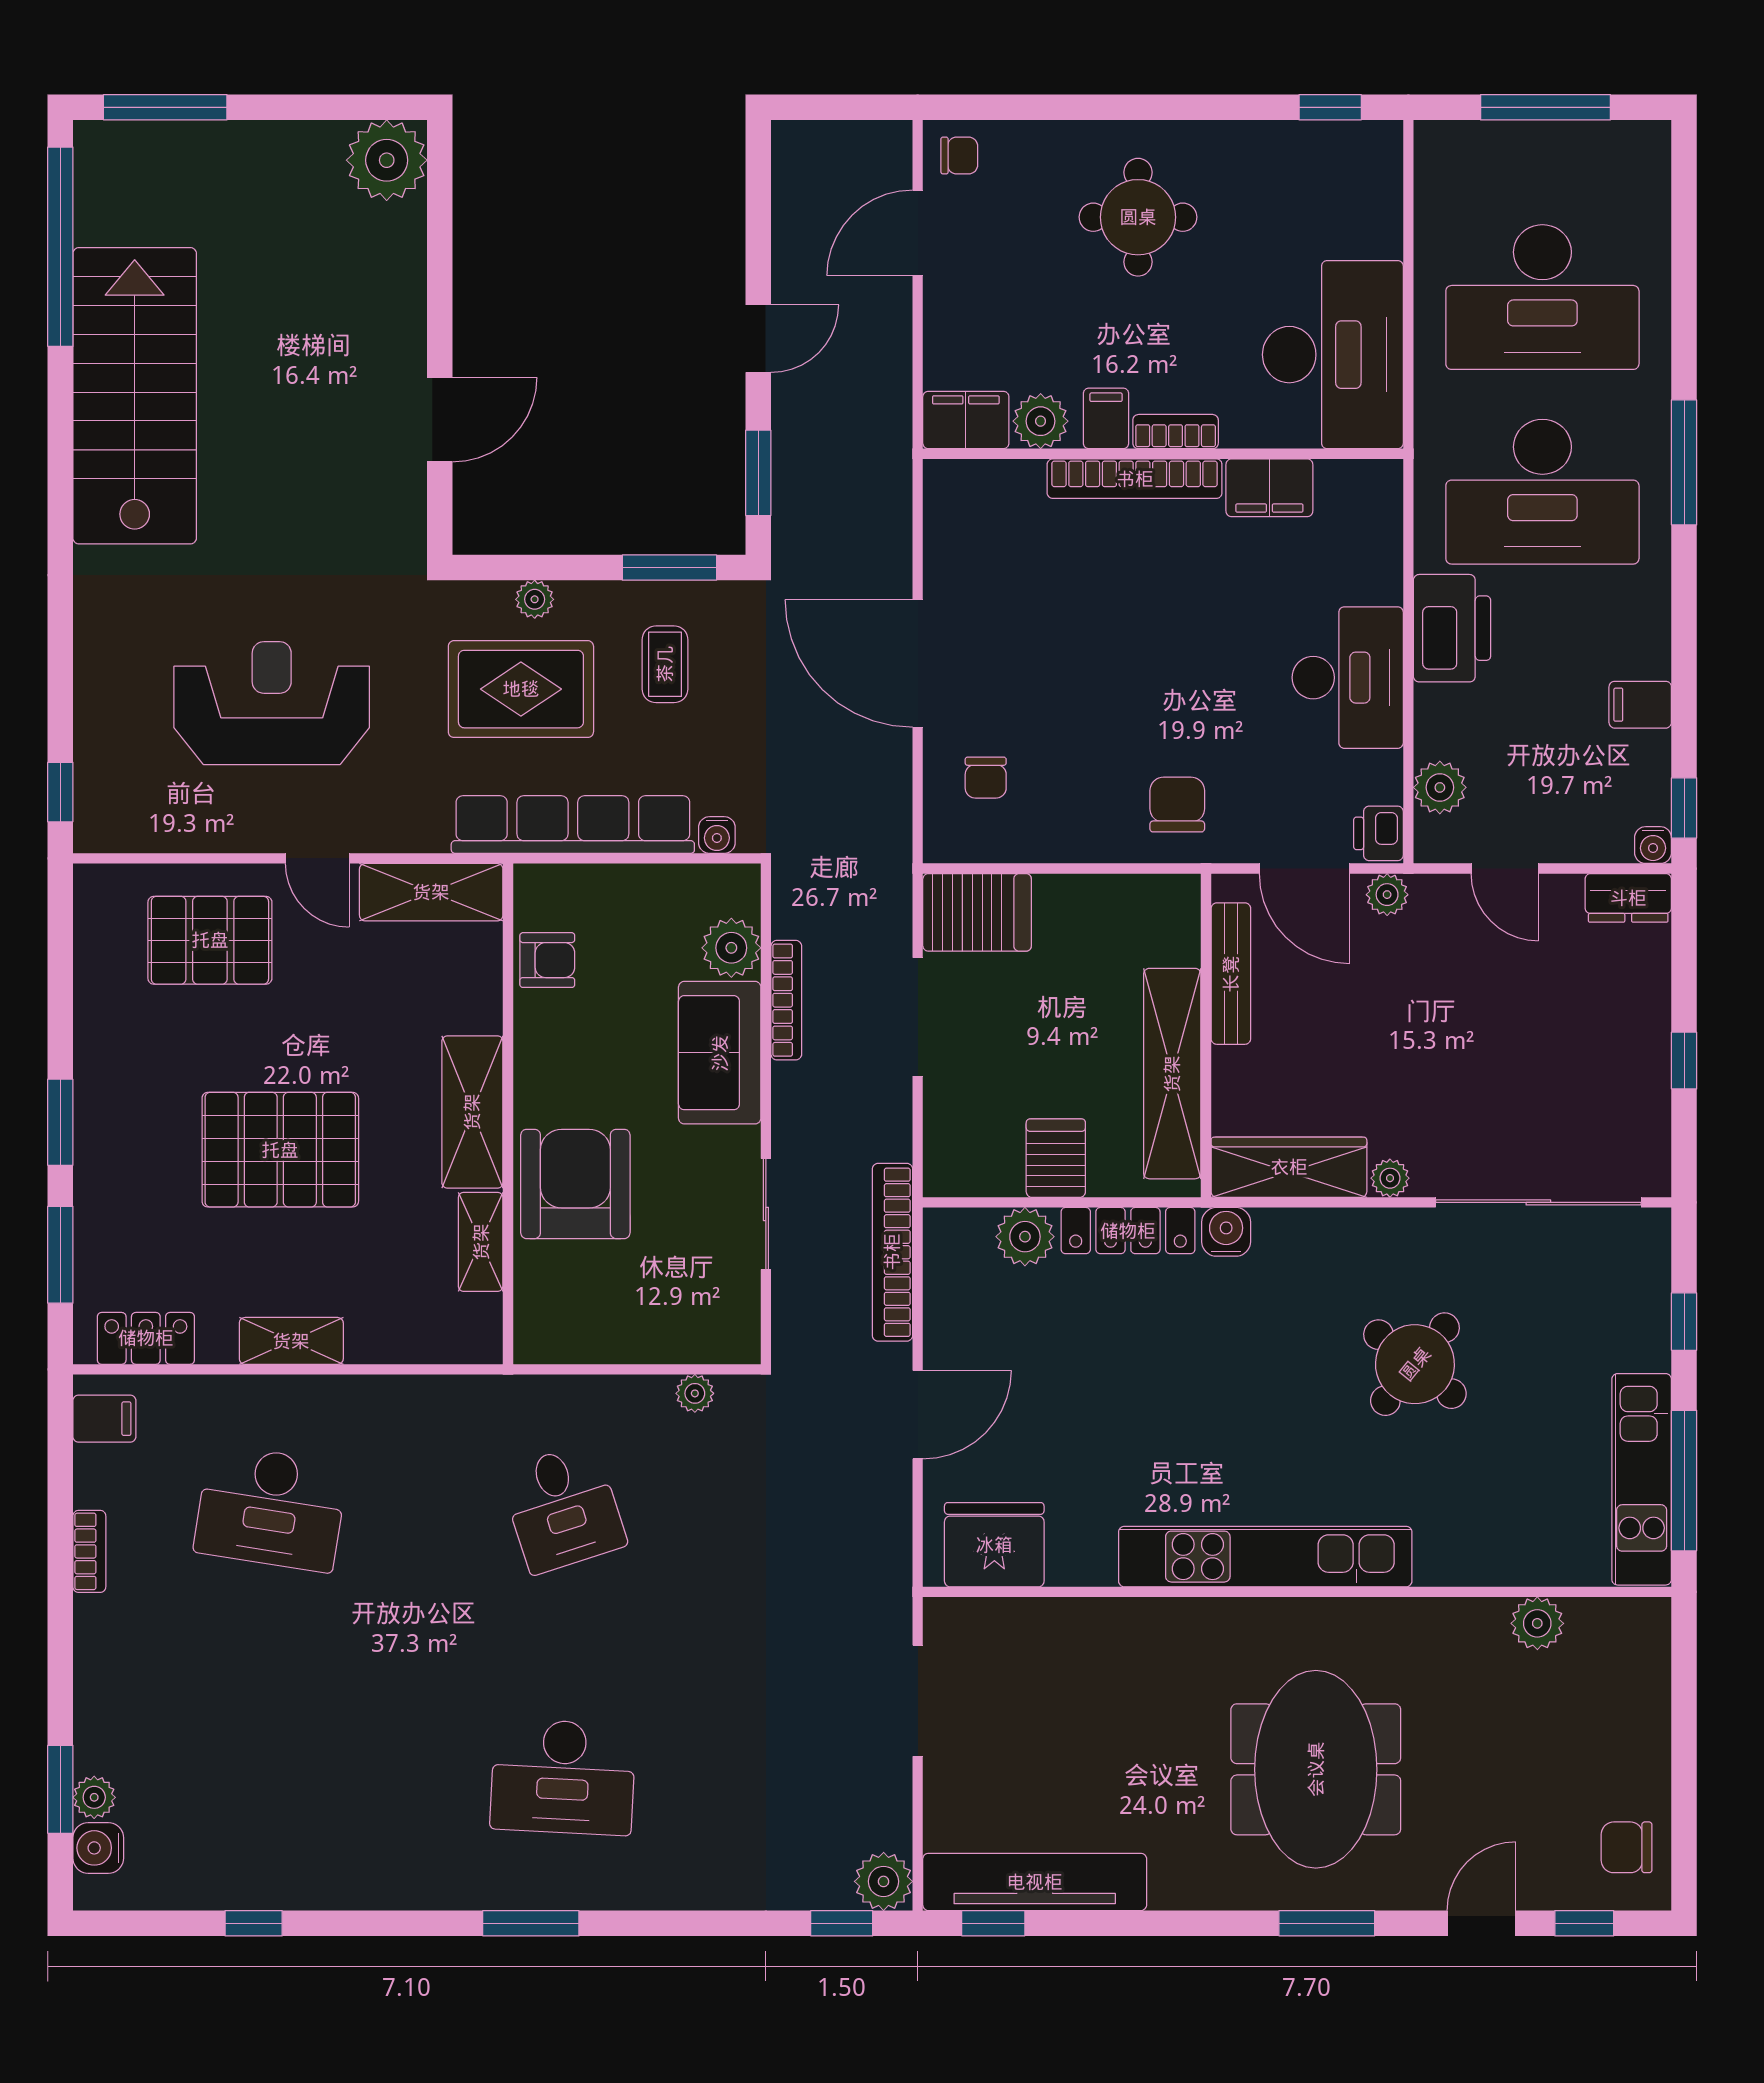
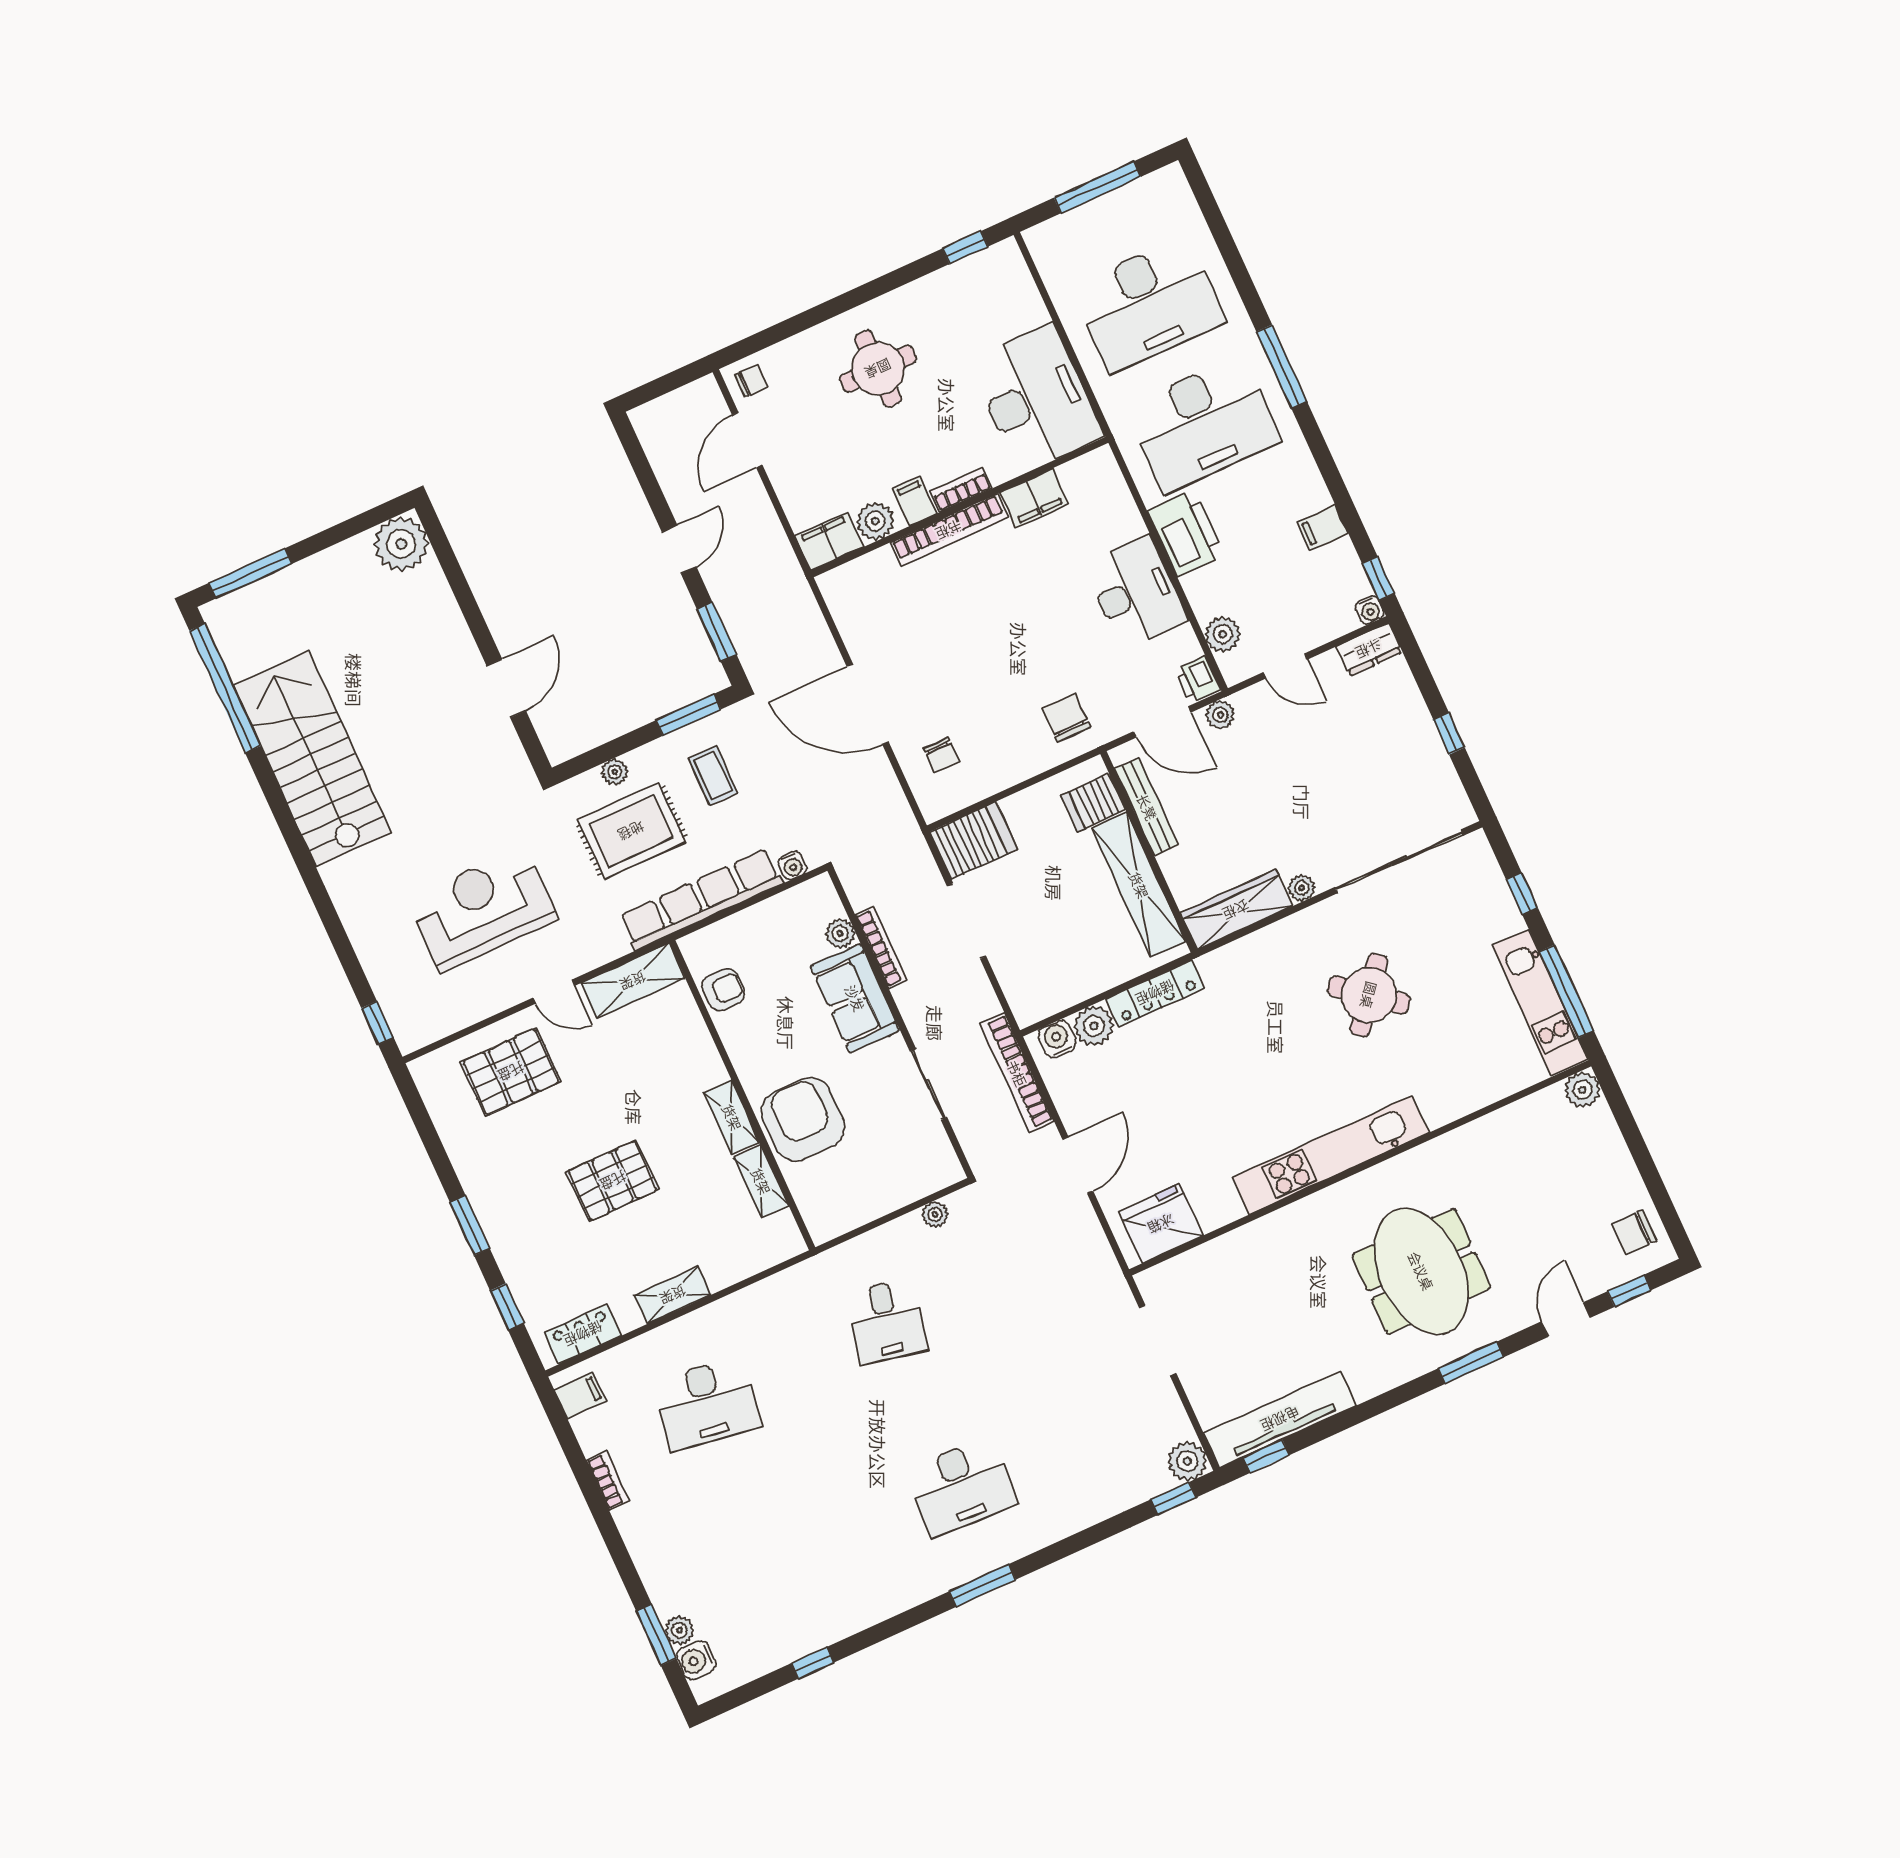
plant: (731, 948) -> (840, 933), width x0.73, depth x0.73
shelving: (472, 1112) -> (732, 1117), width x0.67, depth x0.75
pallet: (280, 1150) -> (613, 1181), width x0.73, depth x0.71
server rack: (1056, 1158) -> (1093, 802), moved, turned -90
water cooler: (1226, 1232) -> (1057, 1039), moved
window: (60, 1255) -> (507, 1307), width x0.67
desk: (563, 1508) -> (886, 1322), turned 30
plant: (1537, 1623) -> (1582, 1090), moved

